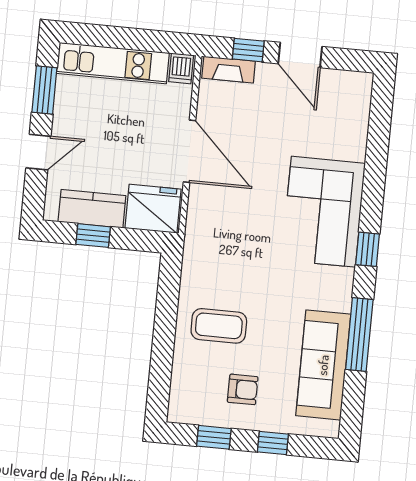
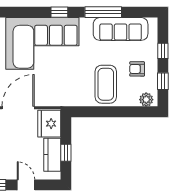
corner sofa: (323, 212) -> (42, 43), width x1.36, depth x1.36
coffee table: (219, 326) -> (106, 84), width x1.36, depth x1.32
armchair: (243, 389) -> (137, 69), turned -90
plant: (182, 402) -> (146, 100), added

